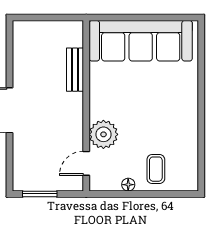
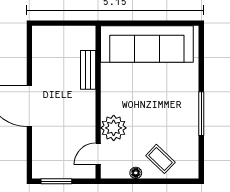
window: (201, 118) -> (201, 114), added
coffee table: (156, 169) -> (160, 159), turned -46

